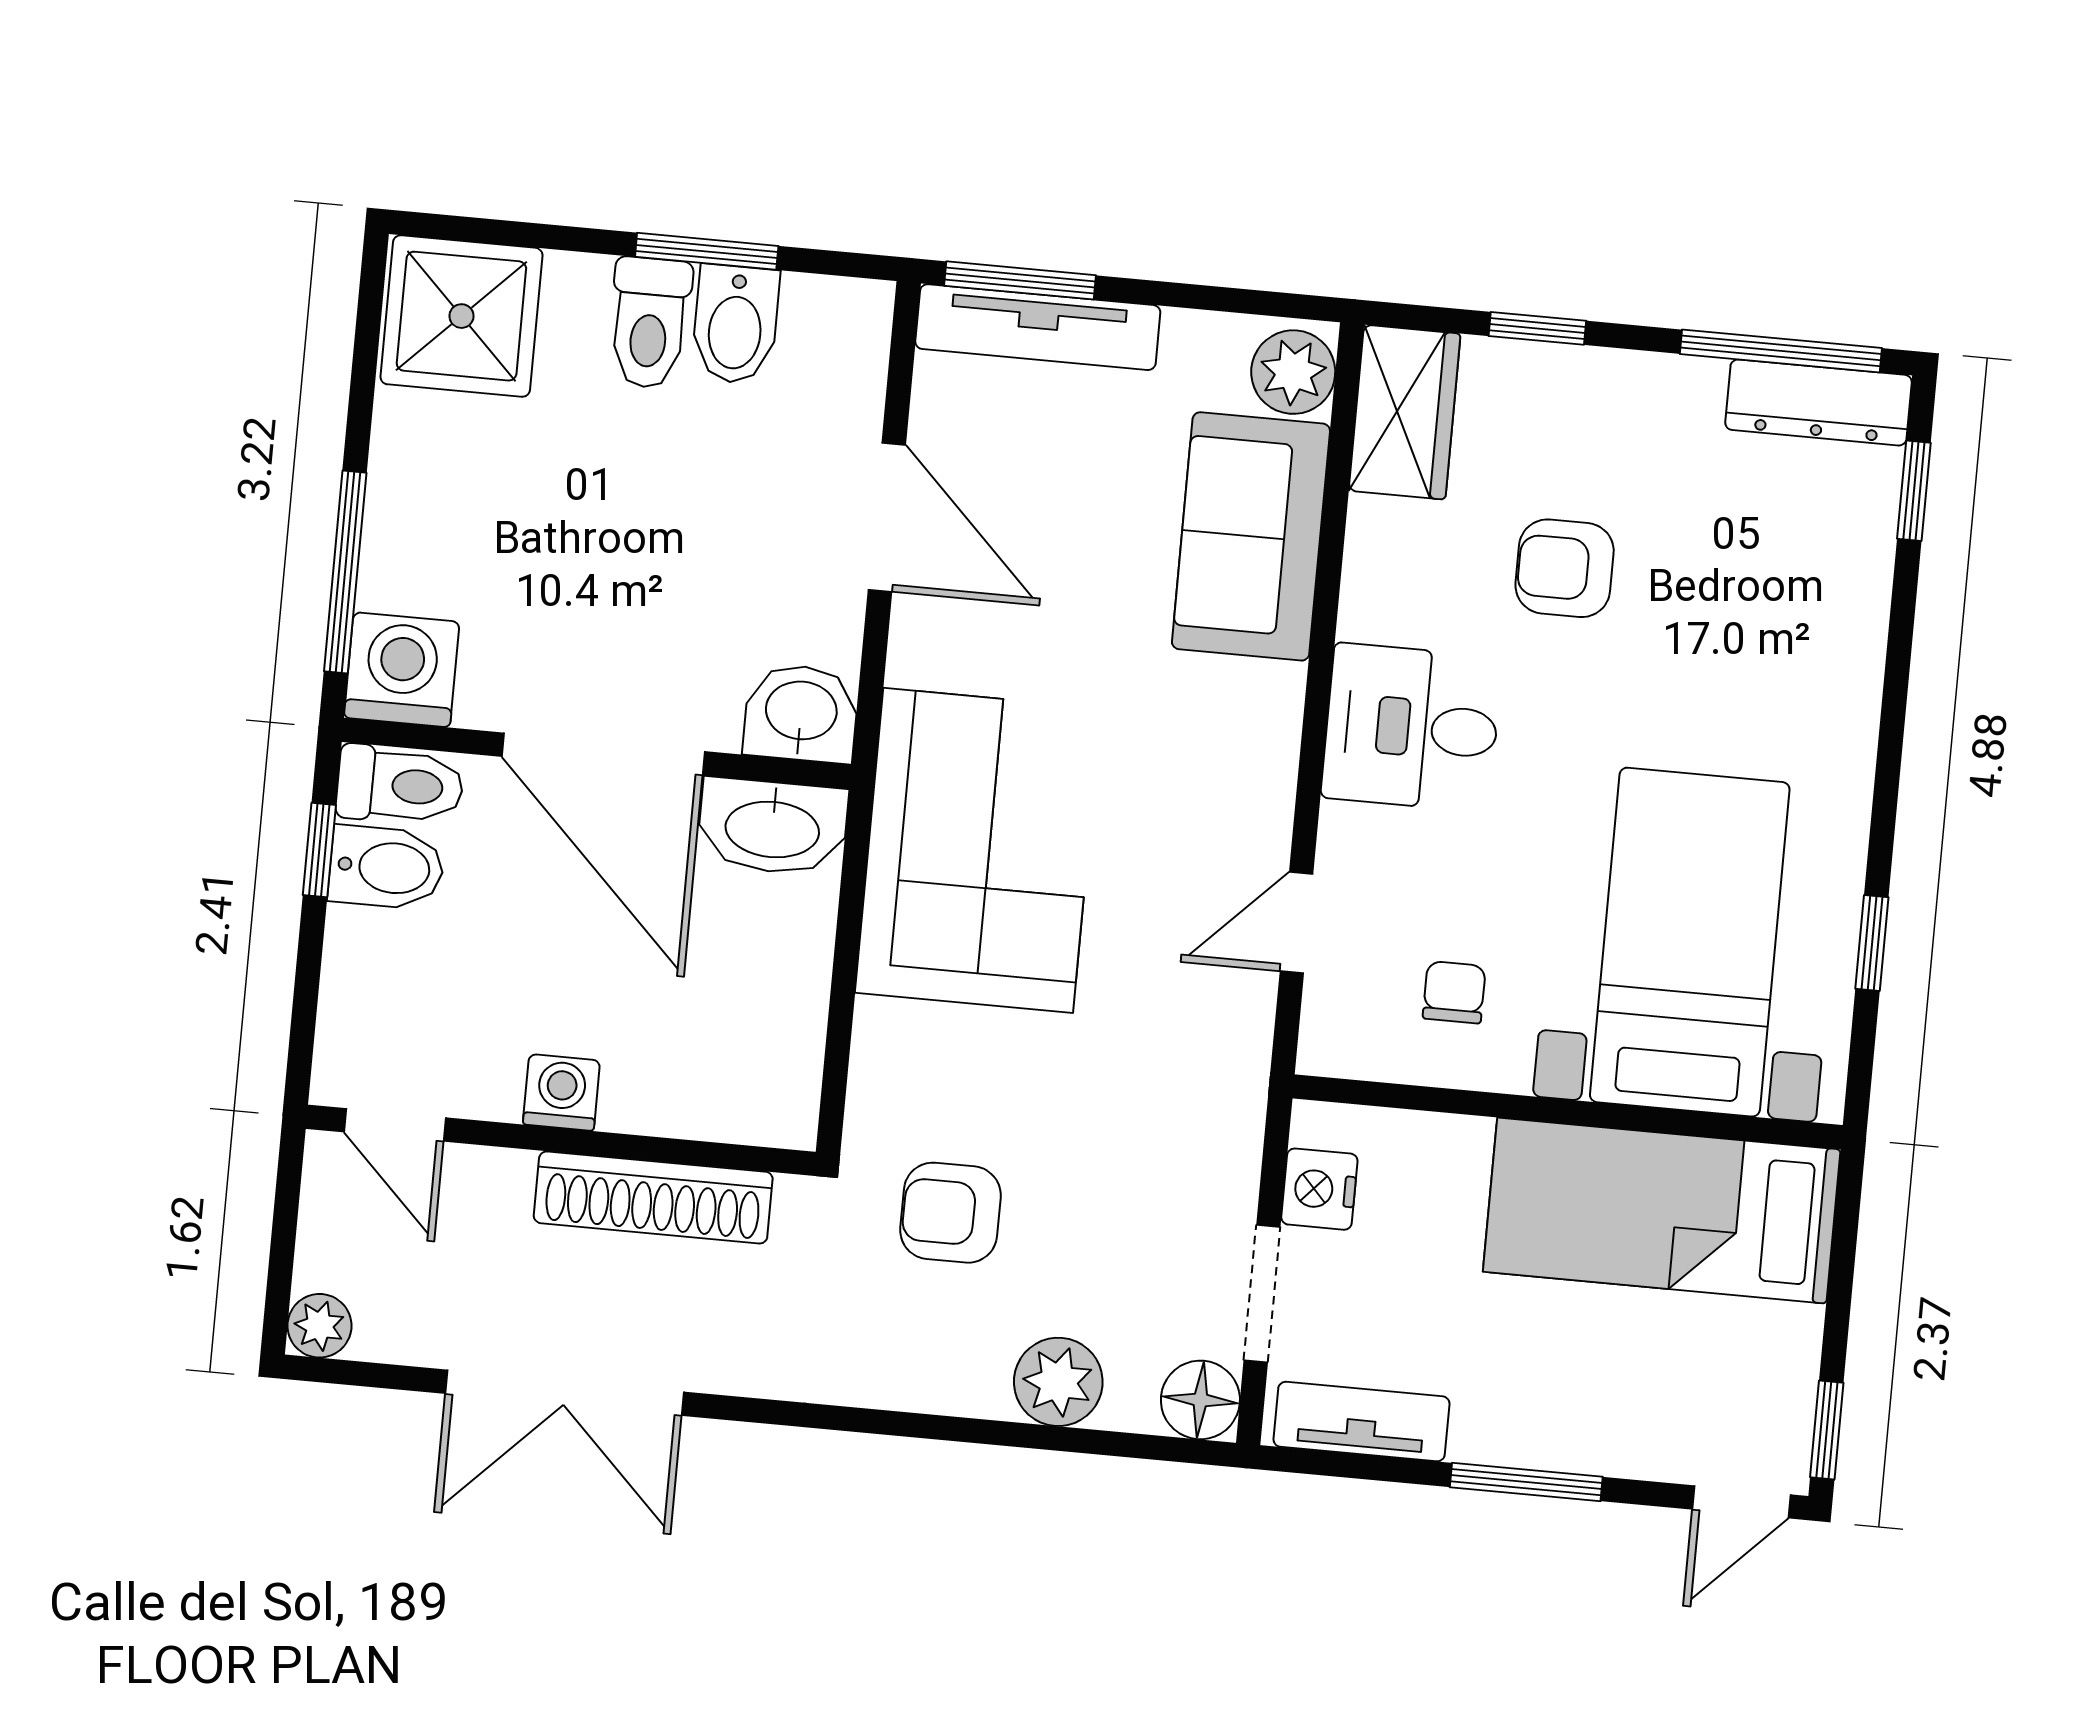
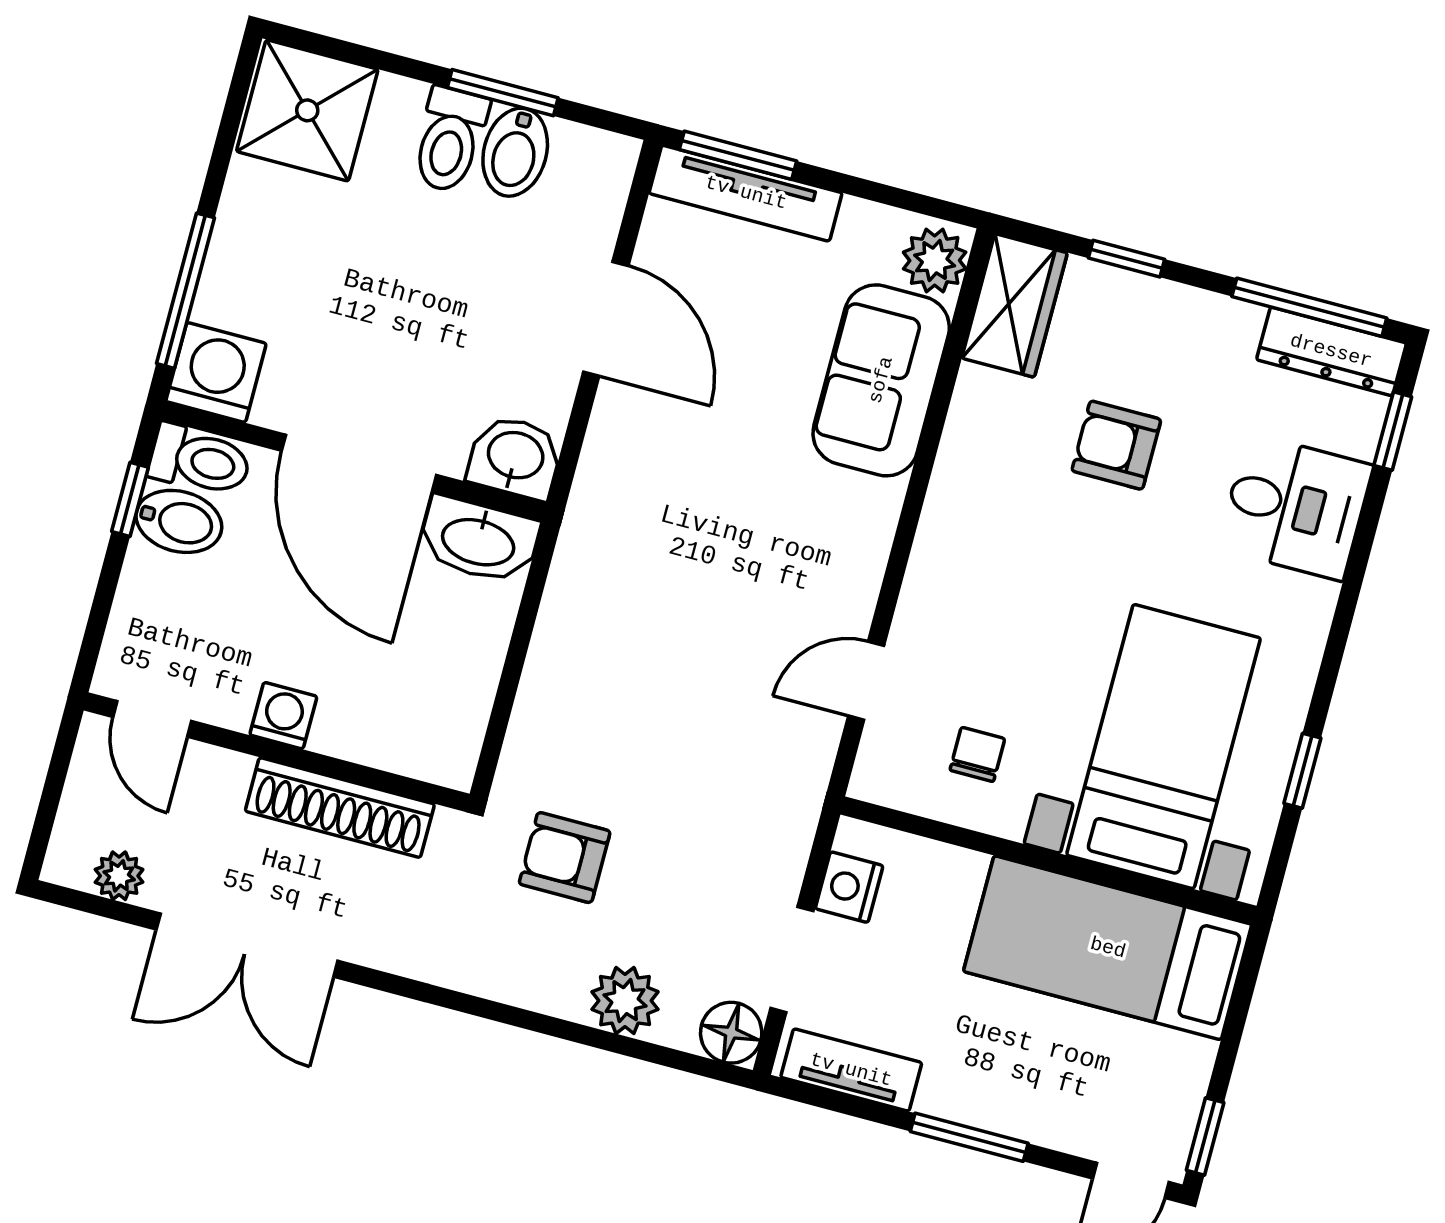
desk: (1412, 727) -> (1295, 507), moved, turned 180
corner sofa: (978, 850) -> (632, 585), removed
plant: (319, 1326) -> (119, 876), moved

